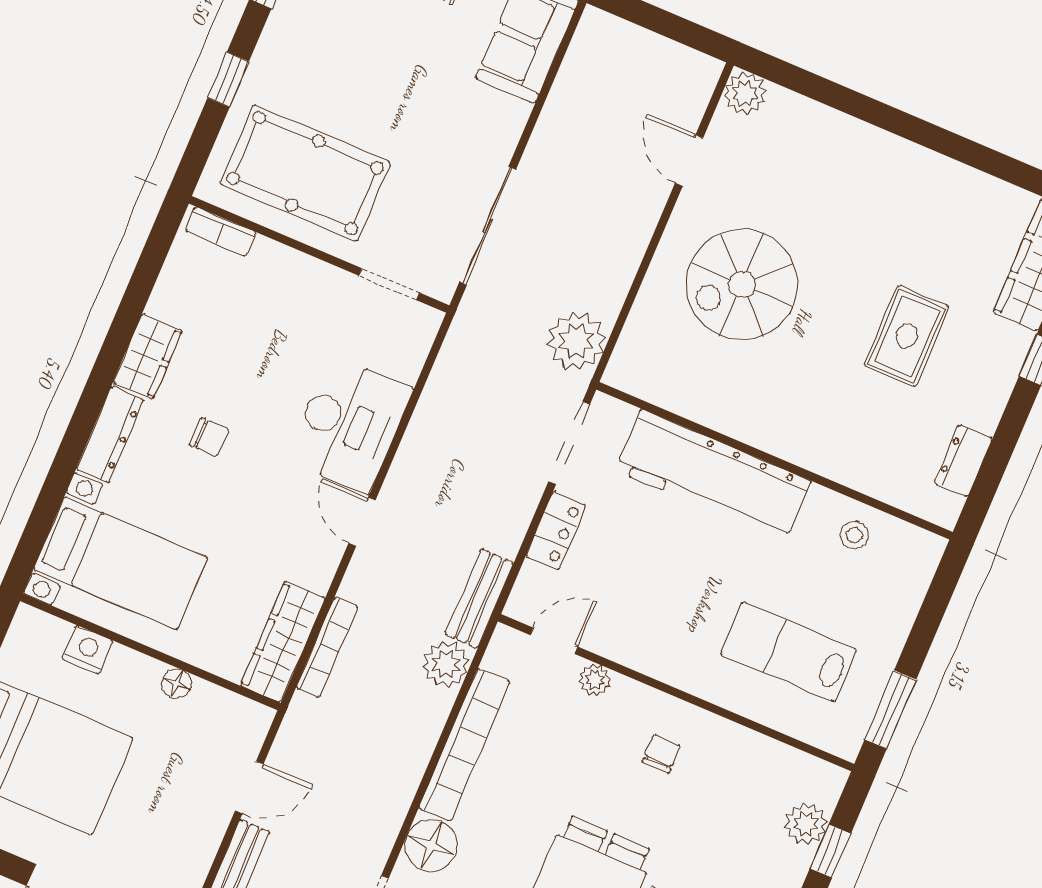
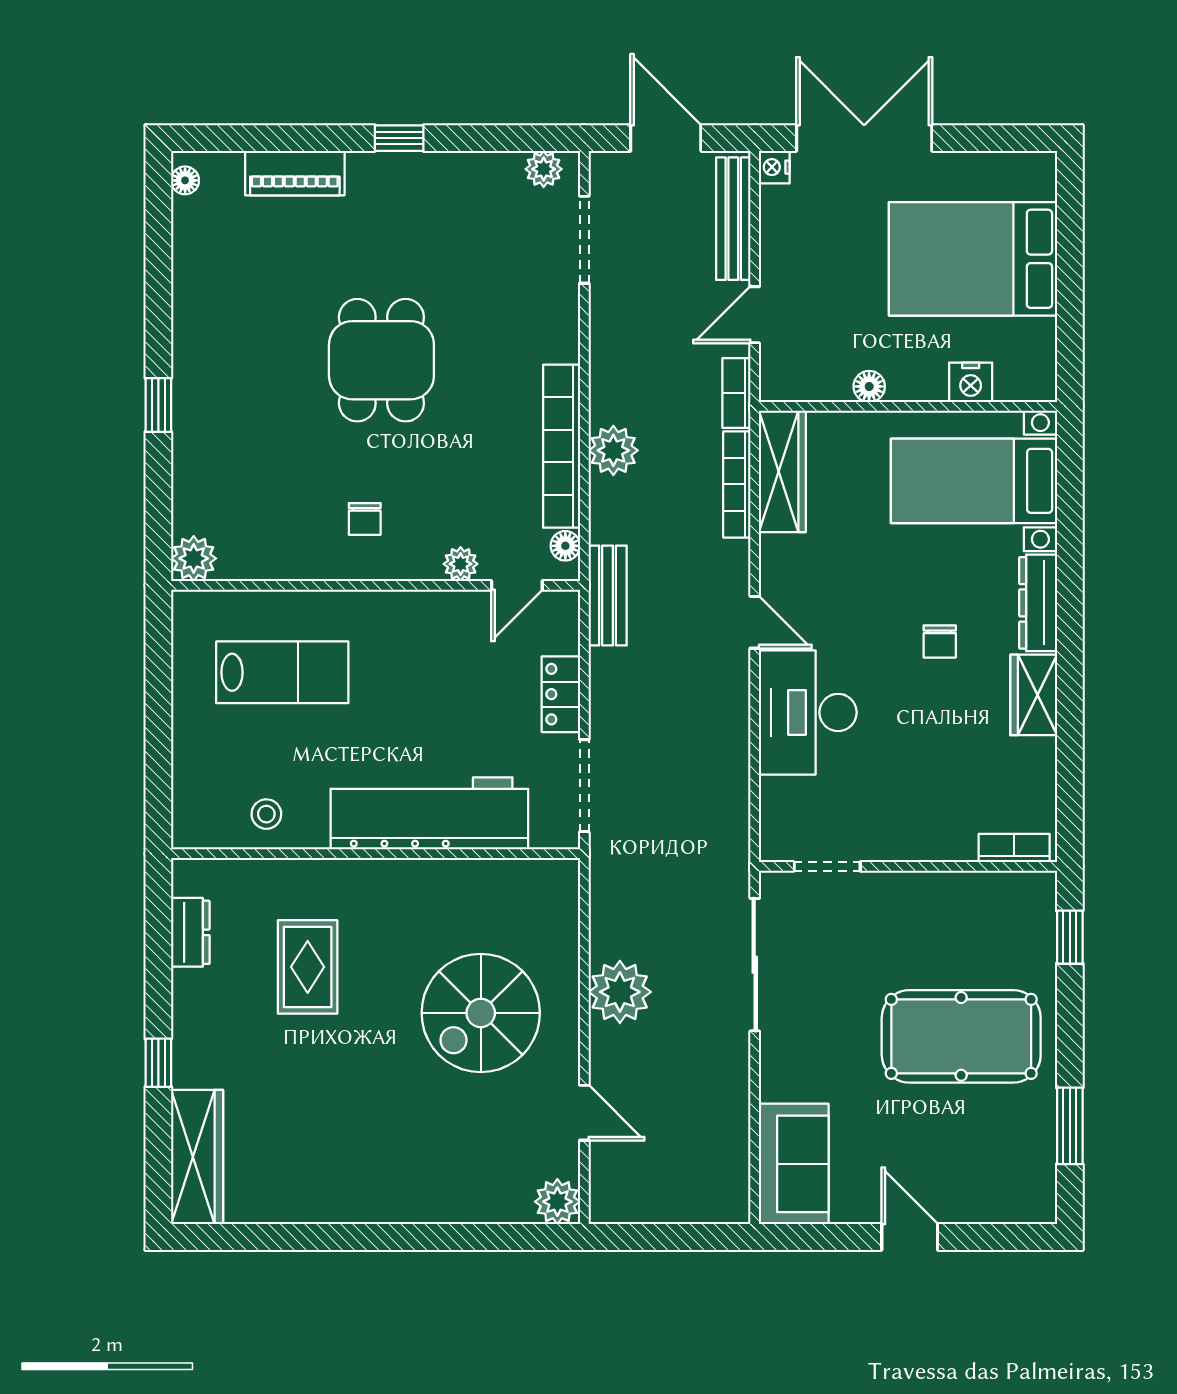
window: (228, 80) -> (1070, 937), moved
pool table: (305, 173) -> (961, 1036), moved
spiral stairs: (742, 284) -> (481, 1013), turned 180
rug: (907, 336) -> (308, 967), moved
plant: (576, 341) -> (620, 992), moved
chair: (209, 437) -> (940, 641), turned -91
plant: (446, 664) -> (613, 450), moved
window: (890, 710) -> (158, 658), removed
bookcase: (294, 726) -> (736, 393), added
plant: (806, 824) -> (194, 558), moved
floor lamp: (431, 845) -> (565, 546), moved, width x0.53, depth x0.53
window: (830, 851) -> (158, 494), removed

